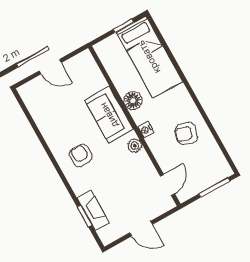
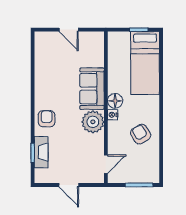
floor lamp: (133, 101) -> (115, 101), moved
armchair: (186, 133) -> (141, 134), turned 41
plant: (135, 146) -> (93, 122), width x1.88, depth x1.88
armchair: (81, 155) -> (47, 119), moved

